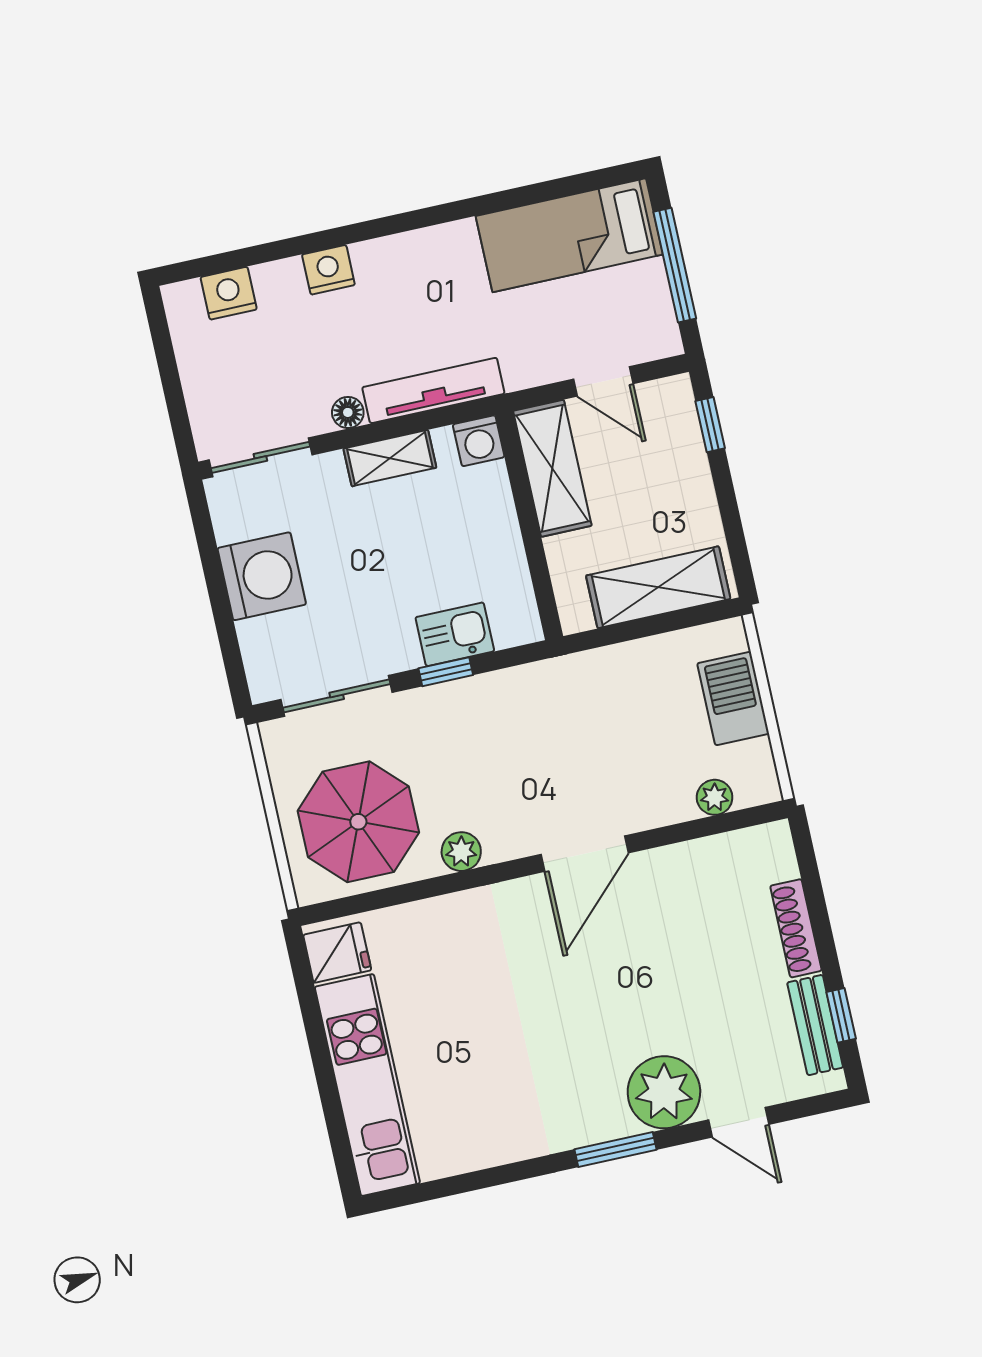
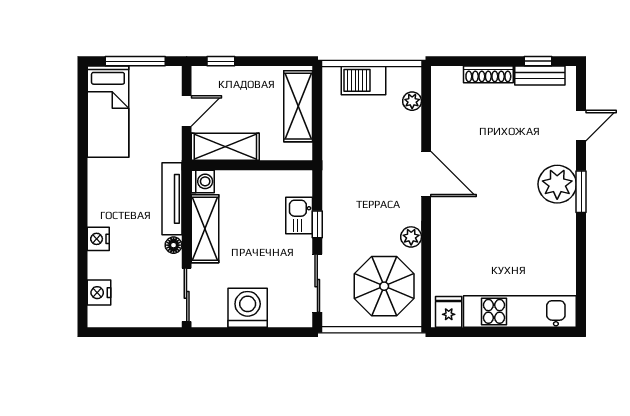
shelving: (390, 458) -> (205, 229), width x1.50, depth x1.33
plant: (664, 1092) -> (557, 184), moved

